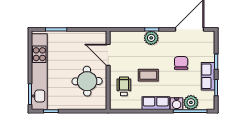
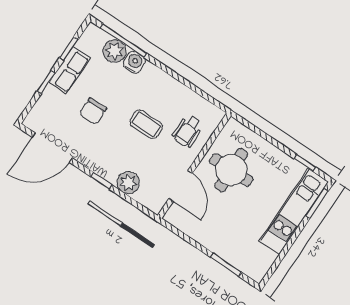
plant: (151, 38) -> (128, 183), moved
kitchen unit: (39, 72) -> (294, 211), width x0.73
row of seats: (156, 103) -> (161, 81), removed

